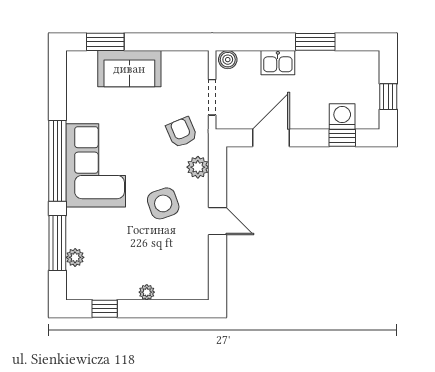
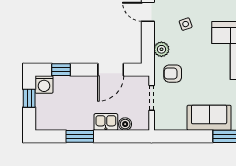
boiler: (228, 60) -> (125, 124), moved
washing machine: (342, 117) -> (44, 84), moved
armchair: (182, 132) -> (173, 74), turned 113
side table: (163, 203) -> (186, 24), width x0.54, depth x0.54

